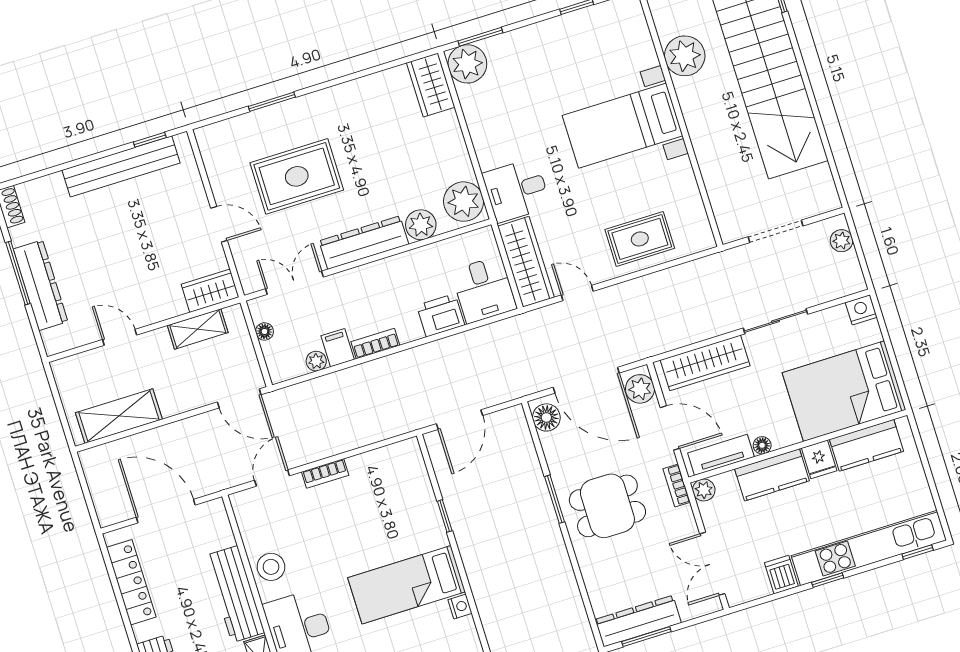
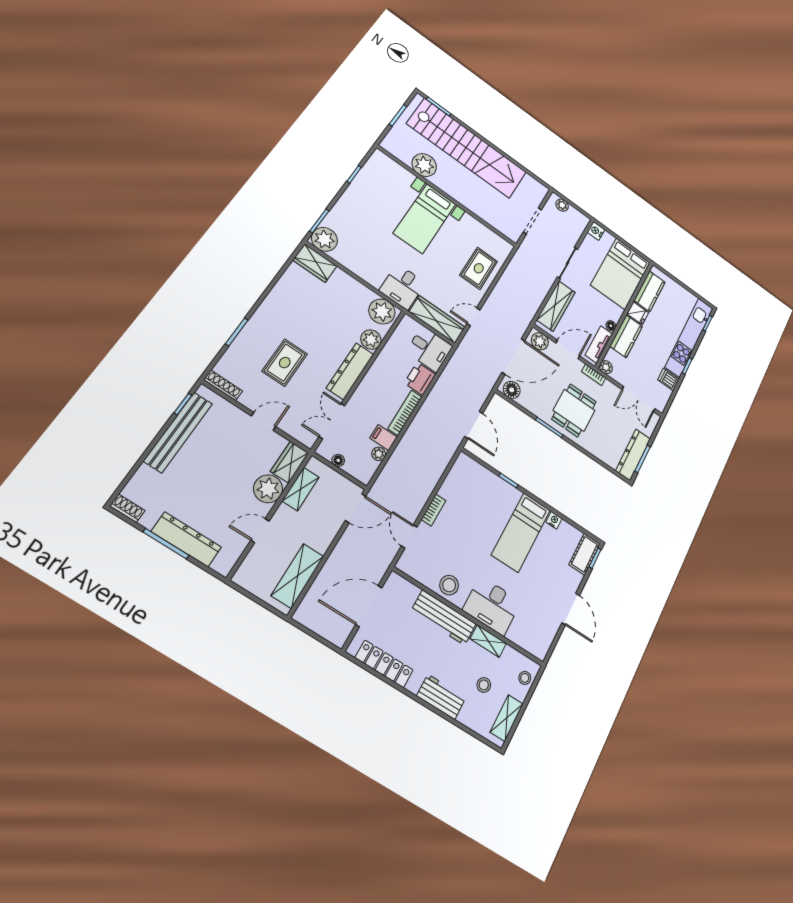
shoe rack: (208, 151) -> (223, 385), added
rug: (297, 176) -> (285, 363), width x0.73, depth x0.70
plant: (164, 301) -> (268, 489), added
bookcase: (375, 344) -> (405, 413), width x1.56

